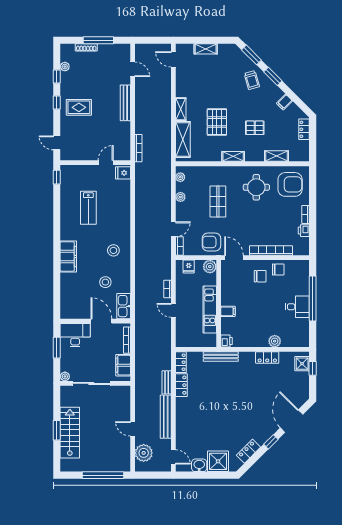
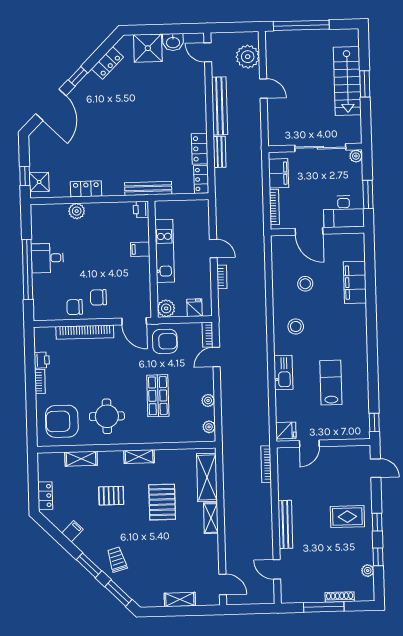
filing cabinet: (68, 256) -> (355, 282), moved
kitchen sink: (124, 306) -> (283, 372), moved

